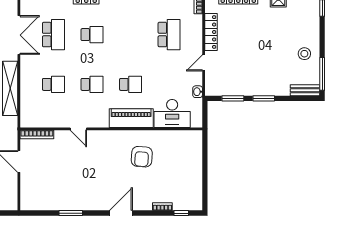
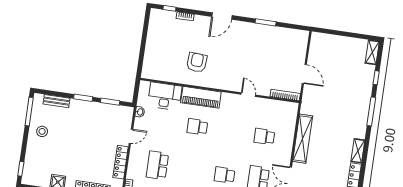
school desk: (92, 84) -> (231, 132), removed
bench: (305, 90) -> (56, 101), moved

